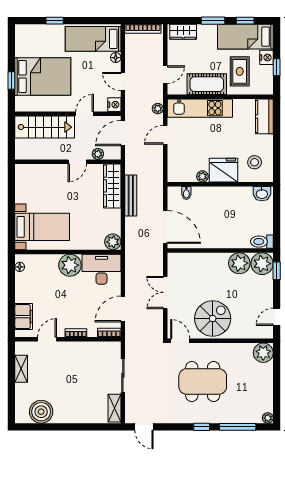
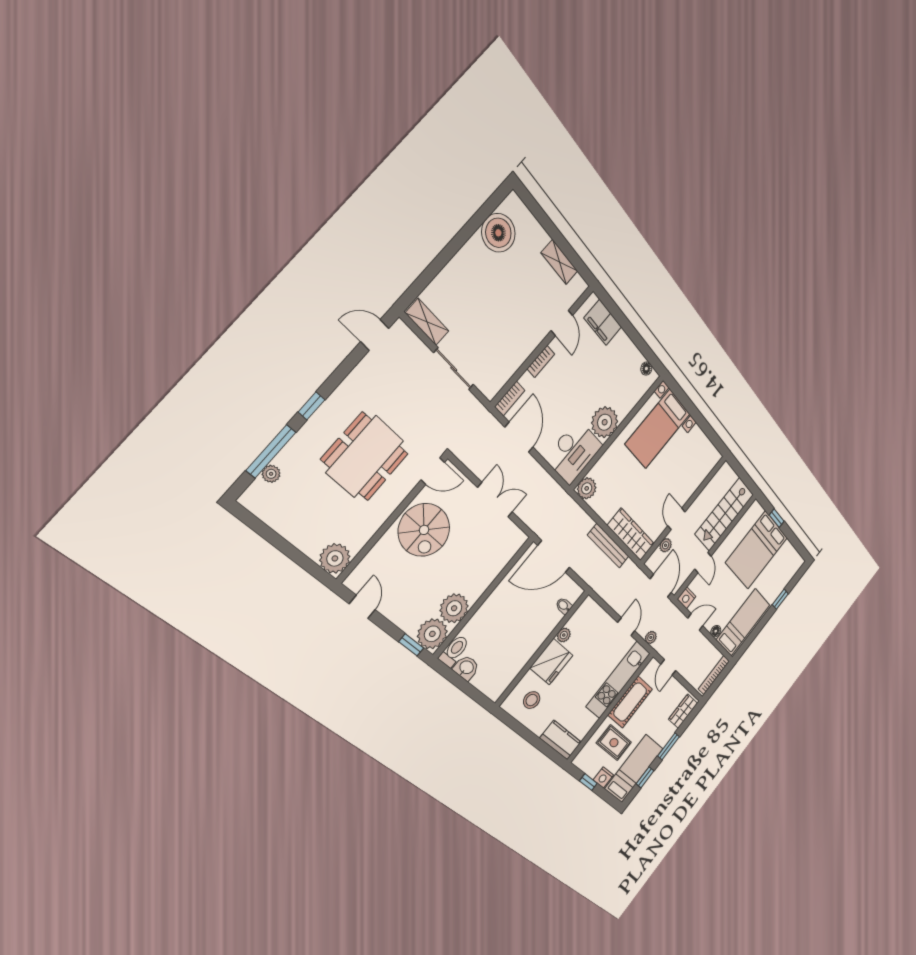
washbasin: (262, 194) -> (466, 668), moved, turned 90
plant: (268, 418) -> (271, 474), moved

